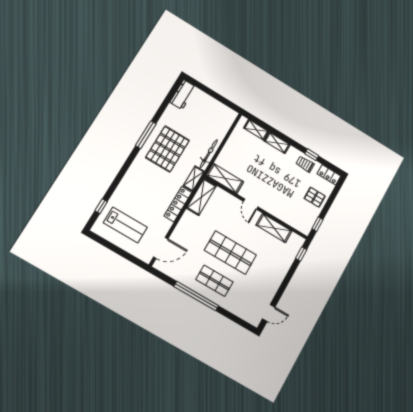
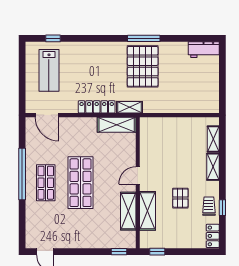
pallet: (168, 149) -> (143, 66), turned 90
bicycle: (209, 154) -> (162, 107), removed
shelving: (225, 178) -> (148, 211), moved
pallet: (315, 197) -> (180, 198), moved

